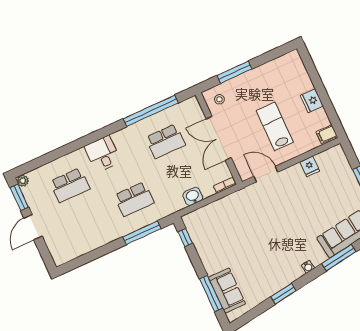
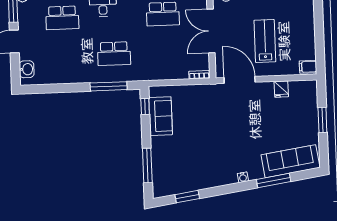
fridge: (312, 101) -> (307, 32), removed
door: (266, 174) -> (240, 80), width x1.36
washbasin: (193, 196) -> (27, 69), moved, turned 90
sofa: (227, 291) -> (161, 116), moved
window: (283, 294) -> (187, 197), moved

